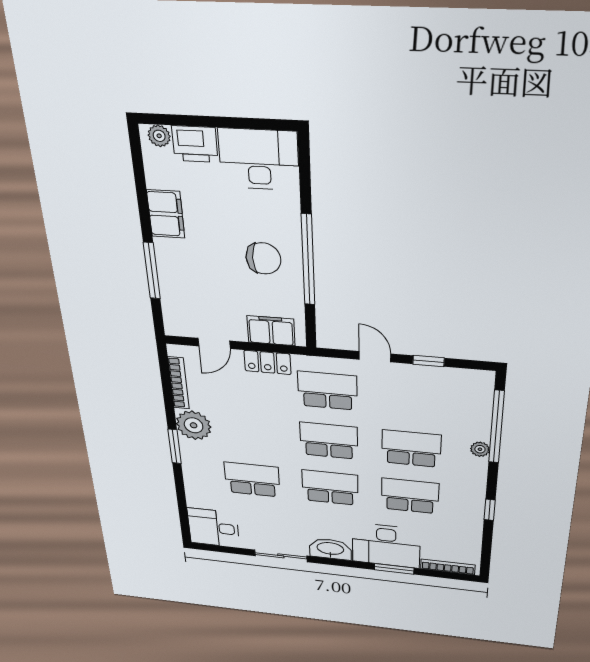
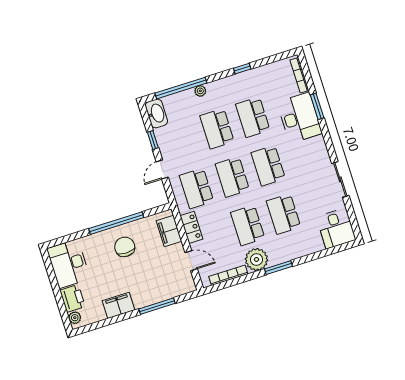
school desk: (248, 433) -> (248, 225), added
washbasin: (330, 549) -> (156, 113), moved, turned 180

